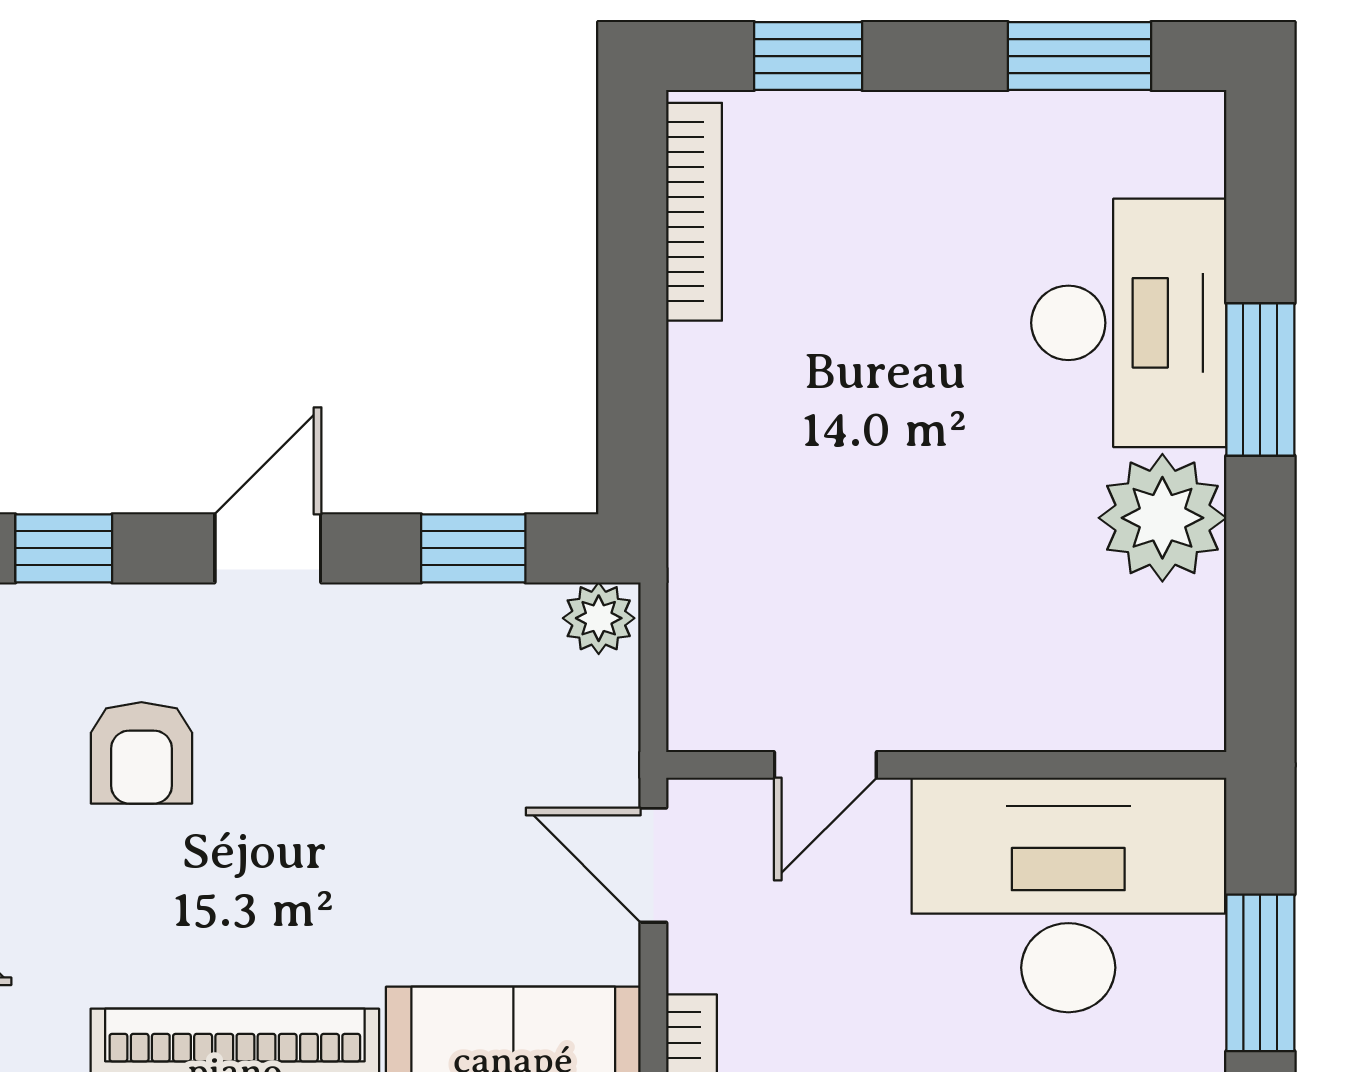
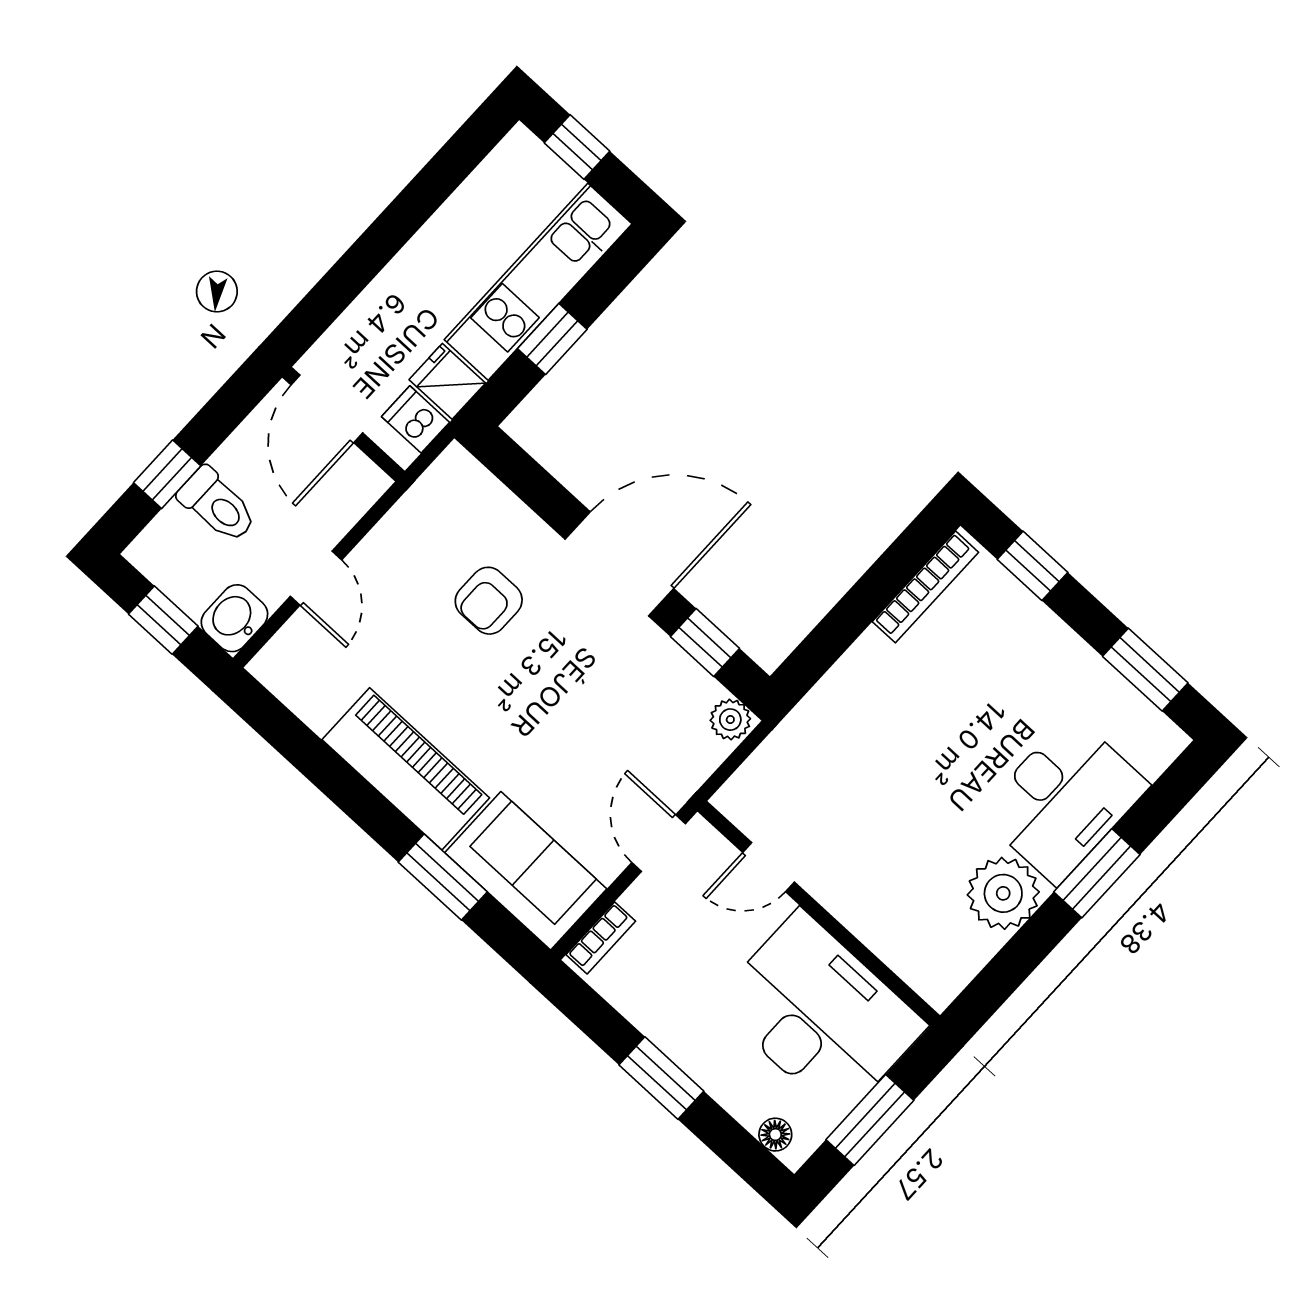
window: (64, 548) -> (535, 486), removed
door: (268, 548) -> (619, 564), width x1.88

